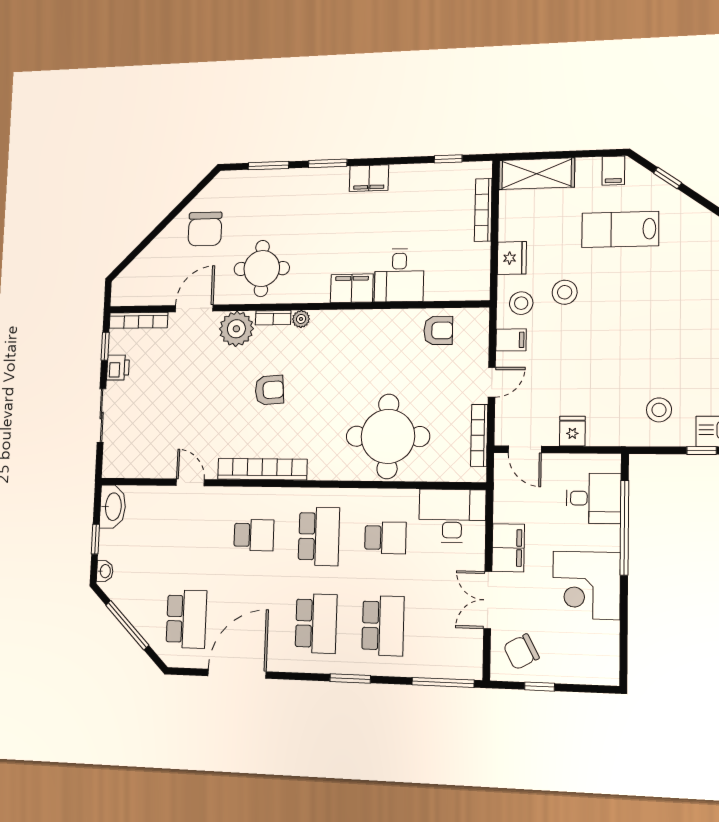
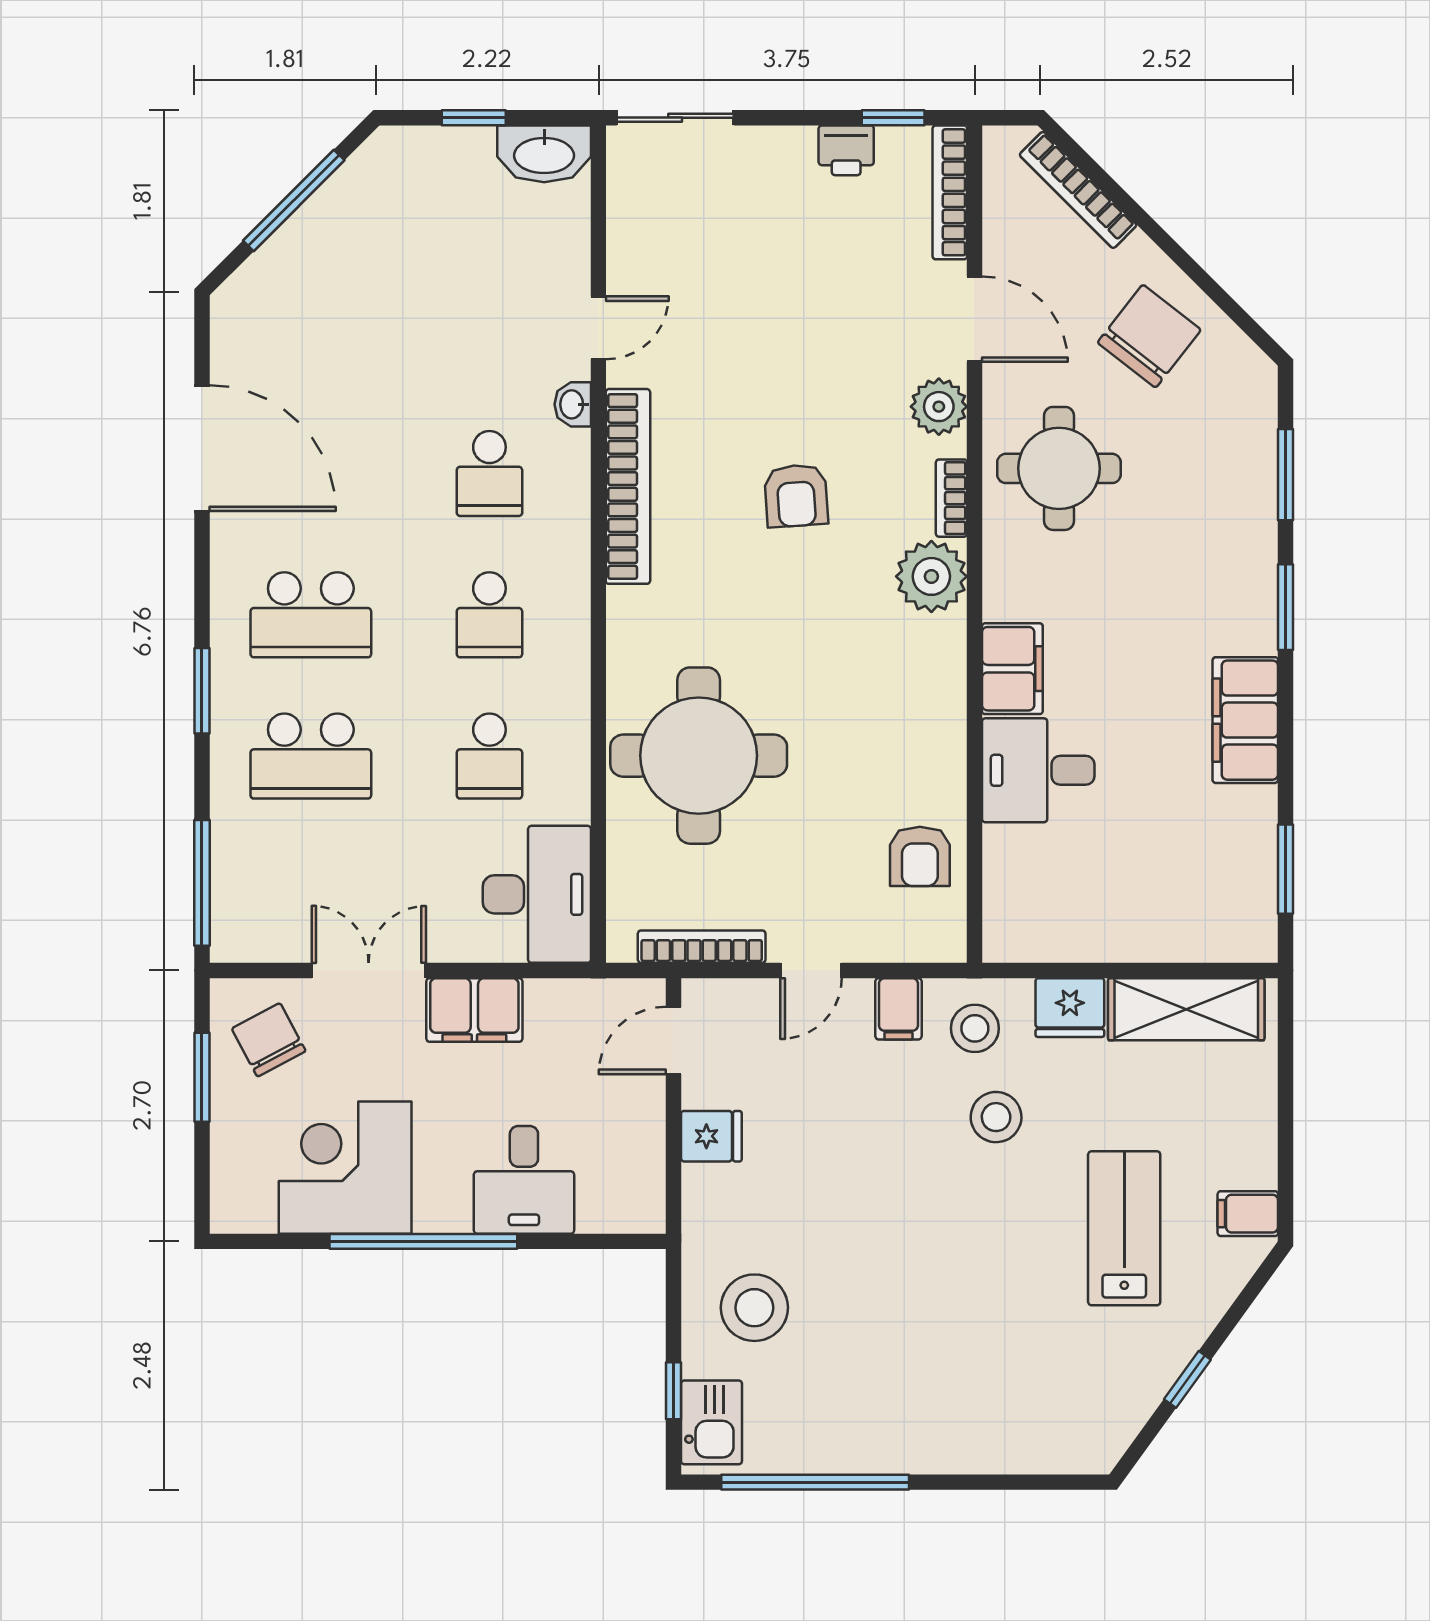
window: (448, 159) -> (1285, 869), width x1.50
shelving: (537, 174) -> (1186, 1009), moved, turned 90
filing cabinet: (369, 178) -> (1245, 720), width x1.50, depth x1.17
window: (668, 178) -> (1187, 1379), moved
bookcase: (483, 210) -> (1078, 190), moved, turned -135
chair: (205, 229) -> (1149, 336), turned 128
plant: (301, 319) -> (931, 576), width x1.88, depth x1.88
plant: (236, 329) -> (939, 407), width x0.73, depth x0.73
door: (492, 382) -> (811, 970), hinge flipped
stool: (659, 410) -> (754, 1308), width x1.38, depth x1.38
sliding door: (102, 415) -> (675, 118), moved
desk: (594, 498) -> (524, 1180), moved
window: (624, 528) -> (423, 1241), moved
school desk: (319, 536) -> (489, 615), width x0.54
washbasin: (105, 571) -> (573, 404), moved, turned 90
corner desk: (586, 585) -> (345, 1168), moved
school desk: (186, 619) -> (311, 332), removed
window: (540, 687) -> (202, 1077), width x1.50

